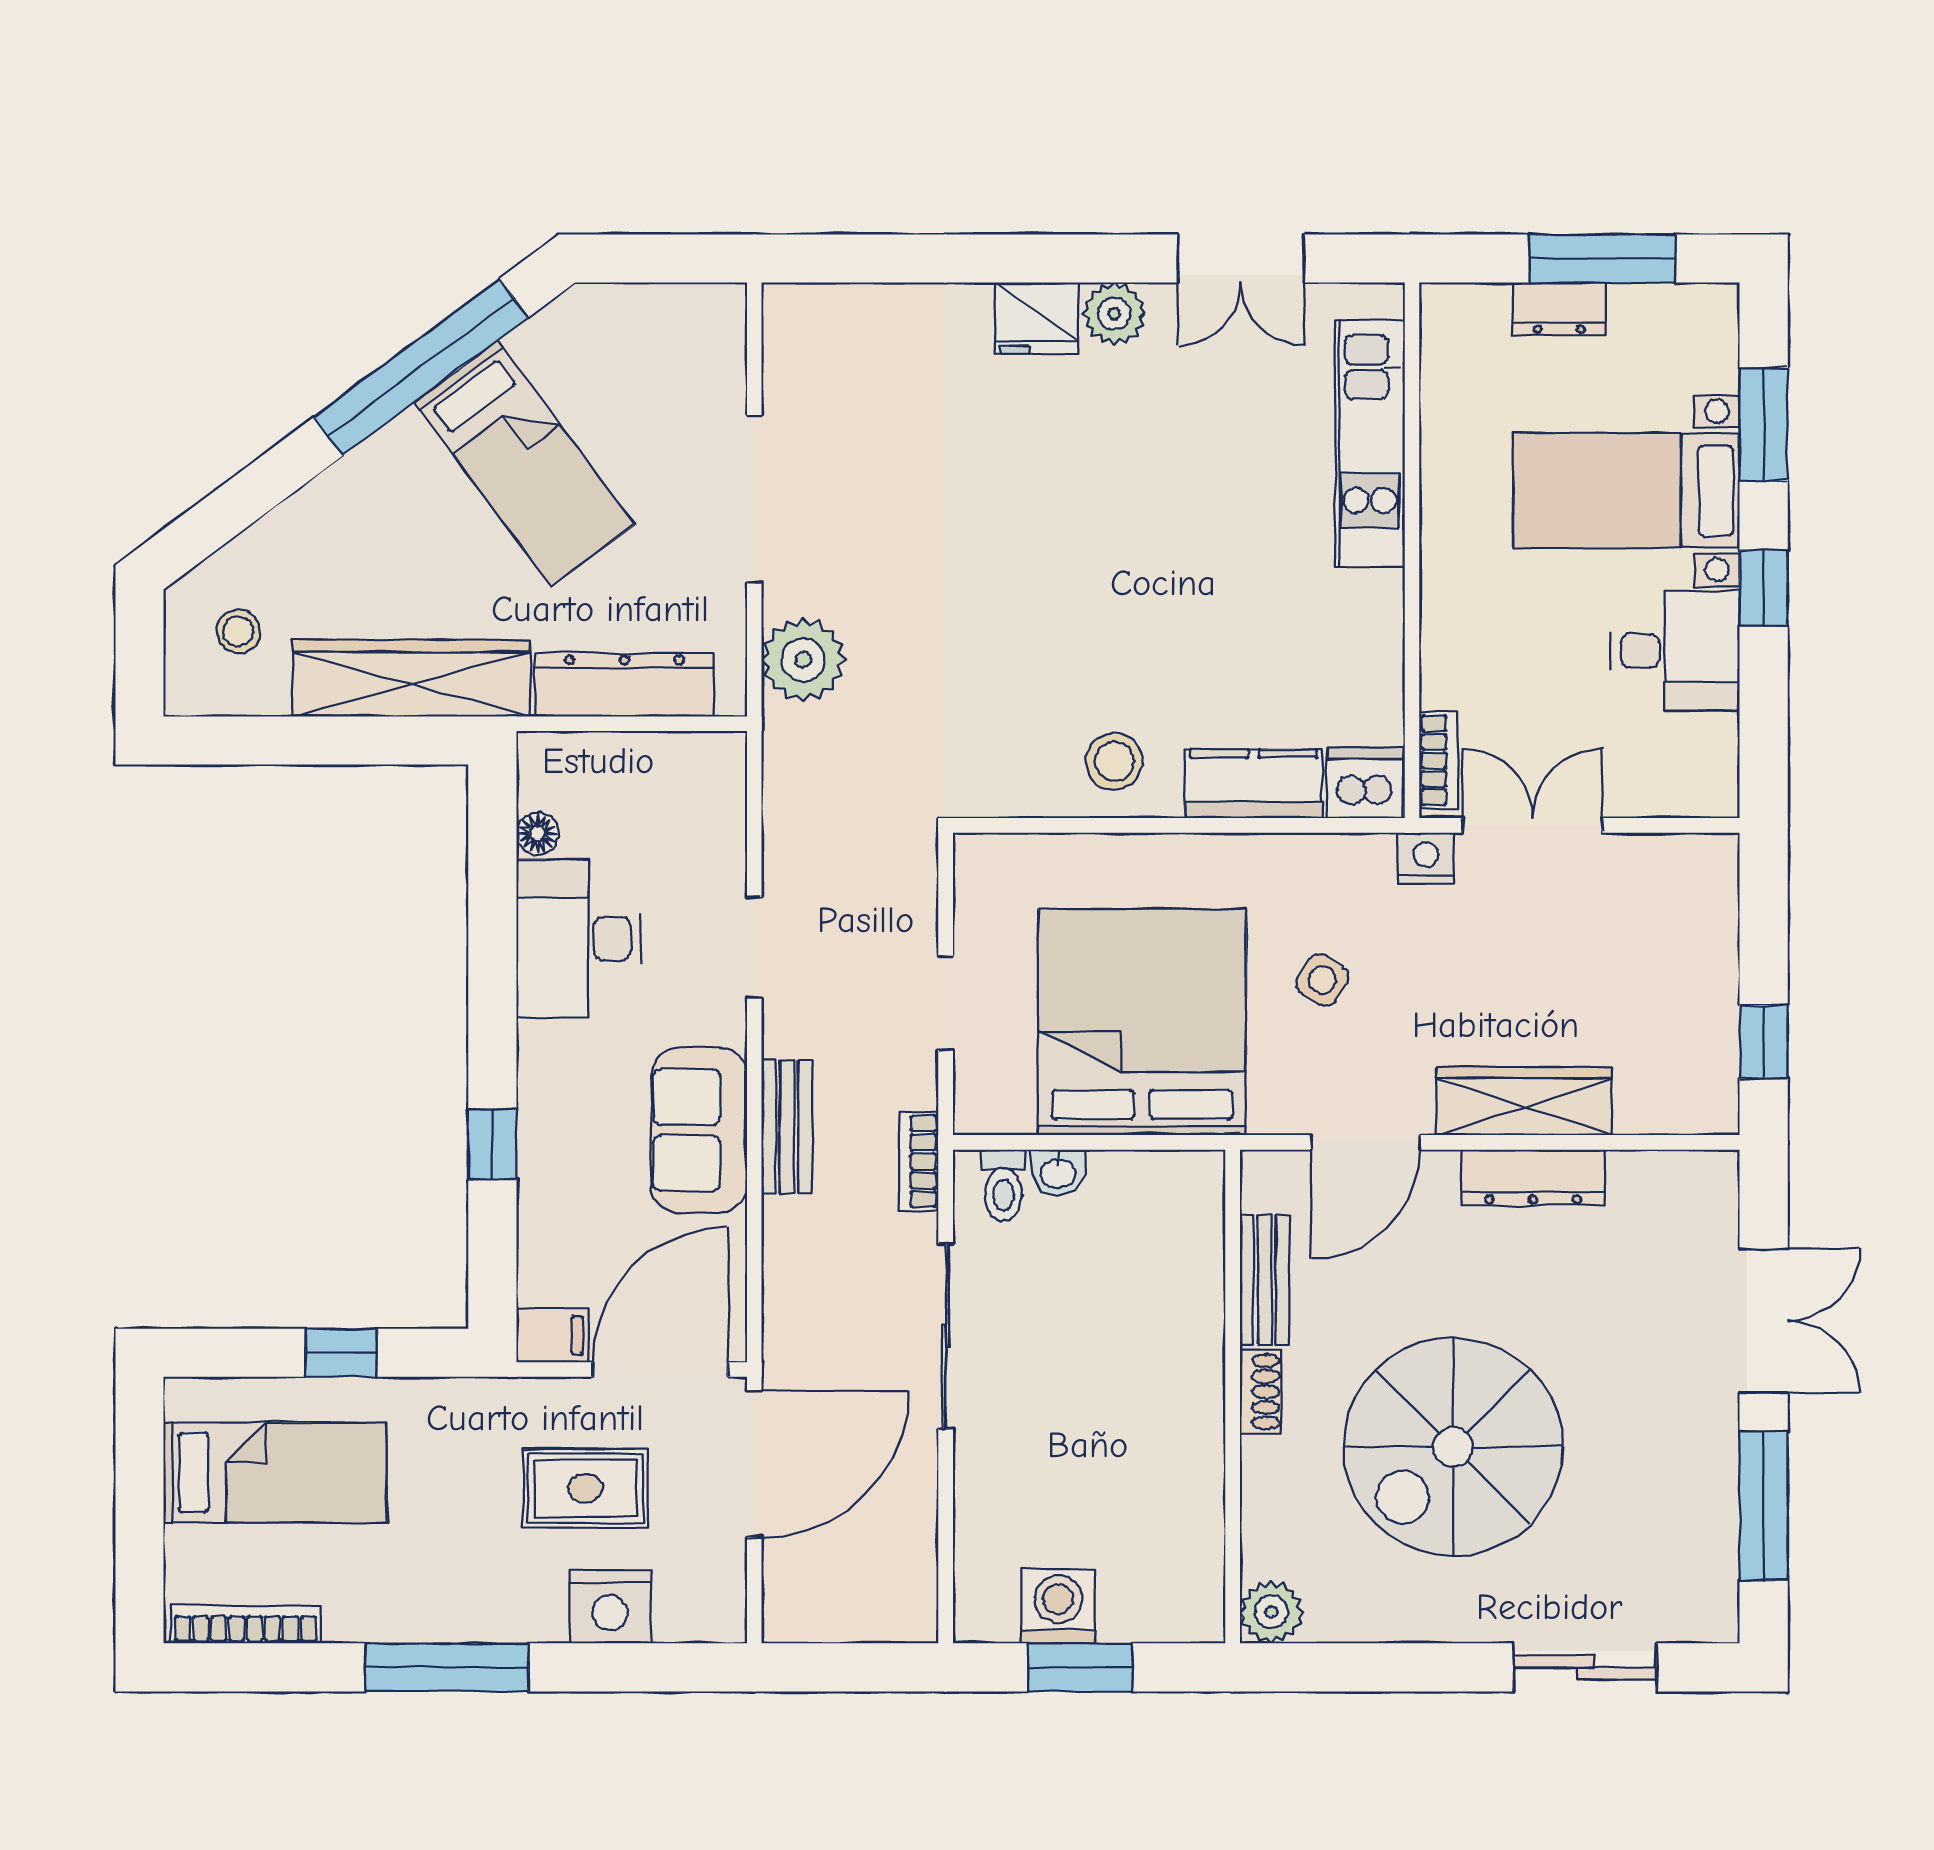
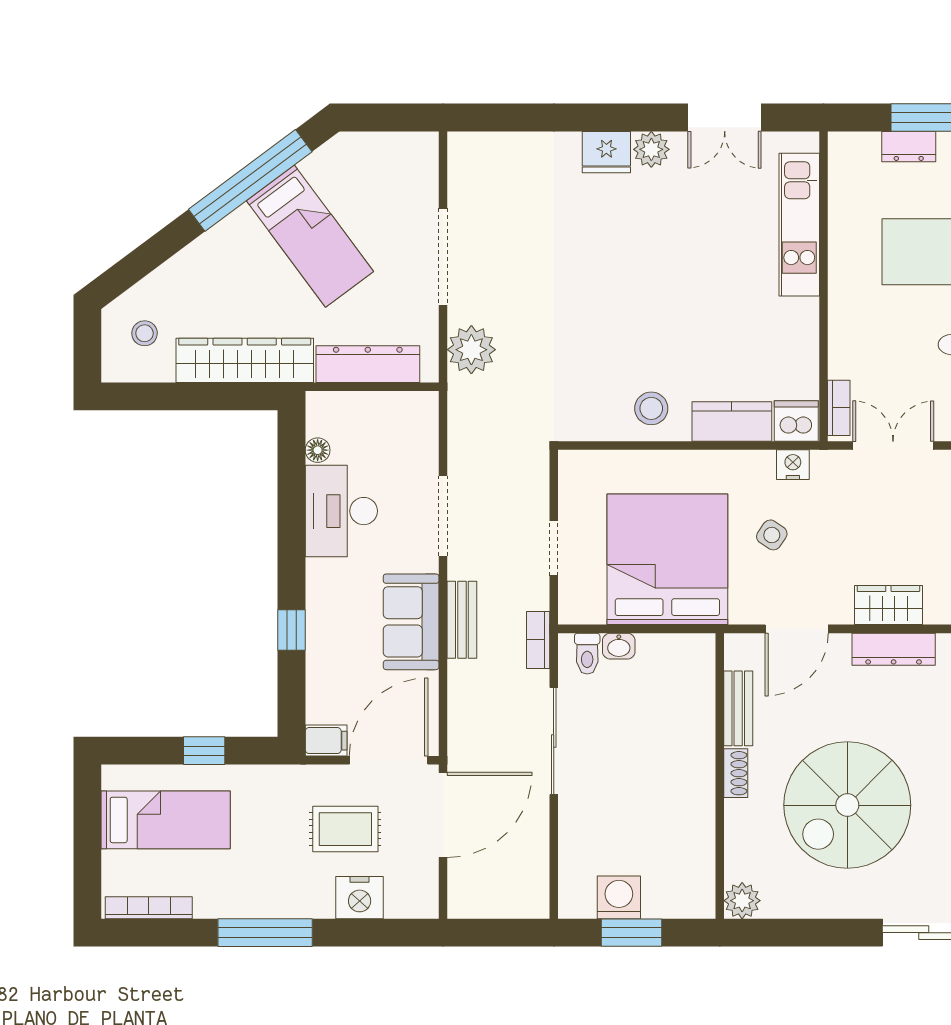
nightstand: (1426, 858) -> (793, 465), moved
doorway: (754, 947) -> (443, 516), width x1.38
wardrobe: (1524, 1101) -> (888, 605), width x0.67

